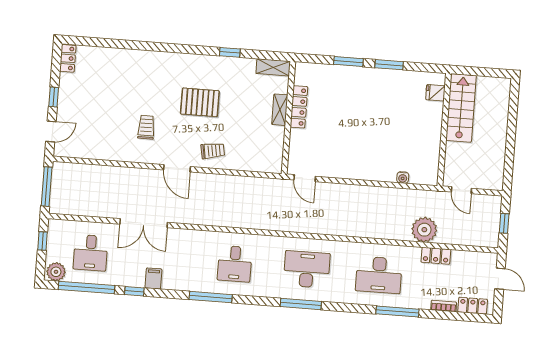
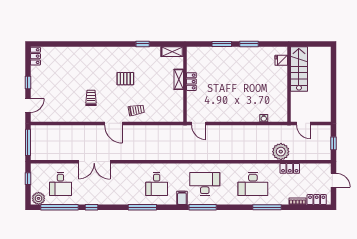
pallet: (200, 102) -> (125, 79), width x0.67, depth x0.71
locker: (299, 107) -> (191, 82), width x0.66
filing cabinet: (153, 278) -> (182, 198), moved

